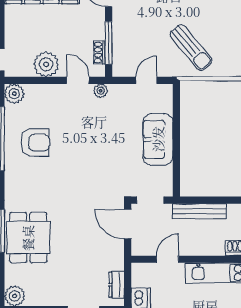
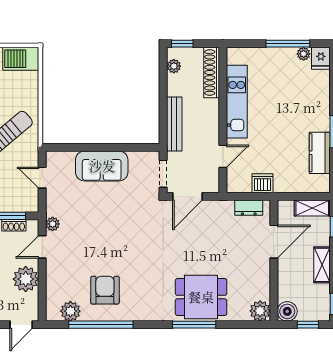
plant: (14, 94) -> (70, 311), moved
door: (167, 259) -> (223, 156), swing flipped

